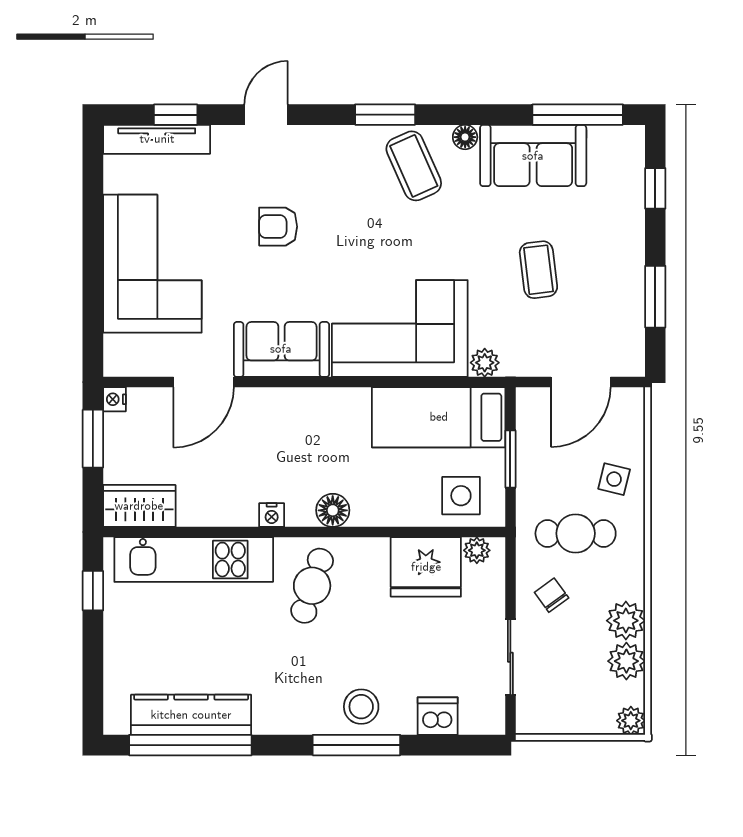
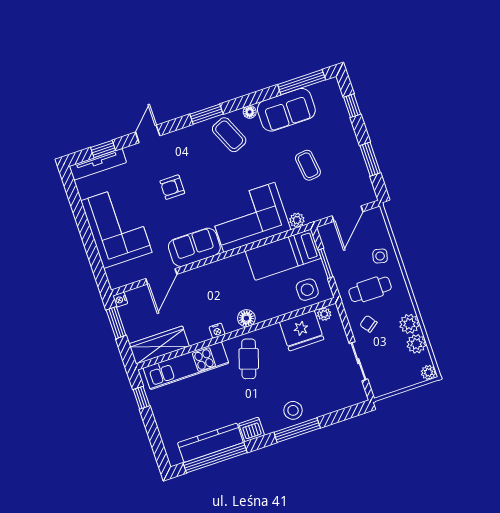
wardrobe: (139, 506) -> (159, 345), width x1.50
dishwasher: (438, 716) -> (252, 430), moved

